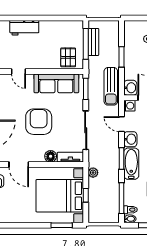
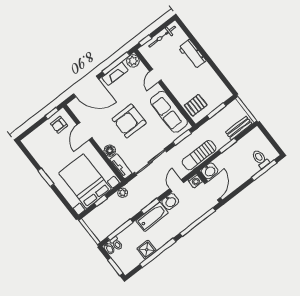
bench: (93, 42) -> (239, 128), moved
window: (86, 44) -> (217, 111), width x0.69
armchair: (39, 122) -> (129, 121), turned 180
window: (62, 225) -> (46, 177), moved

